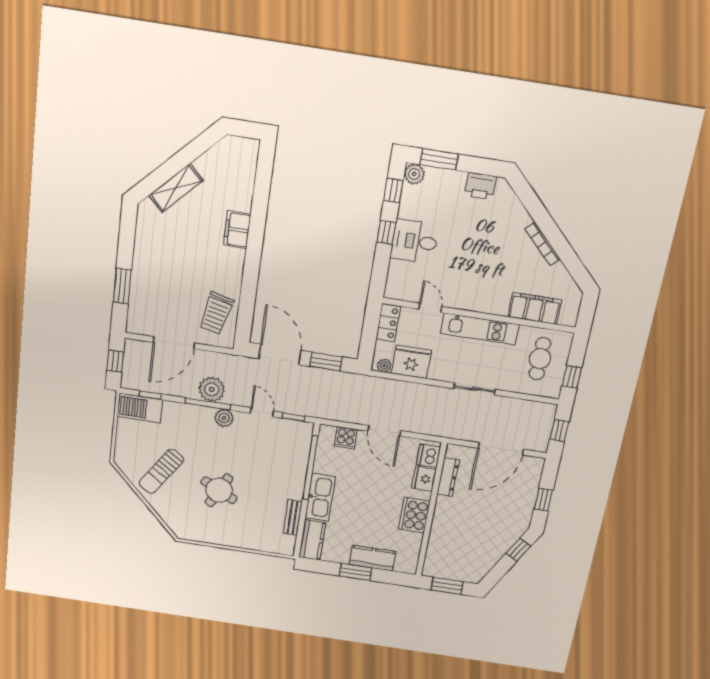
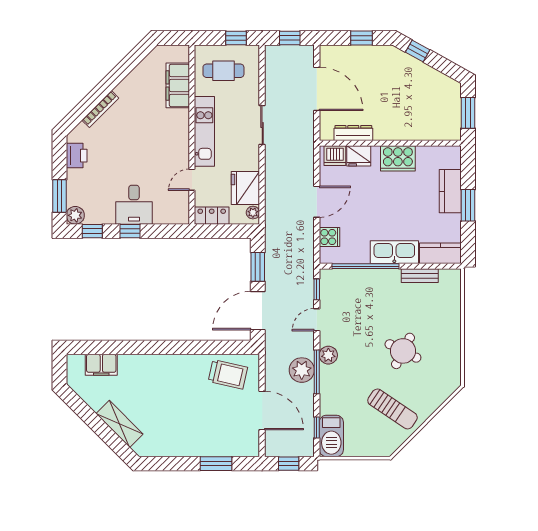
filing cabinet: (237, 230) -> (101, 365), moved
bookcase: (543, 244) -> (100, 109), moved

